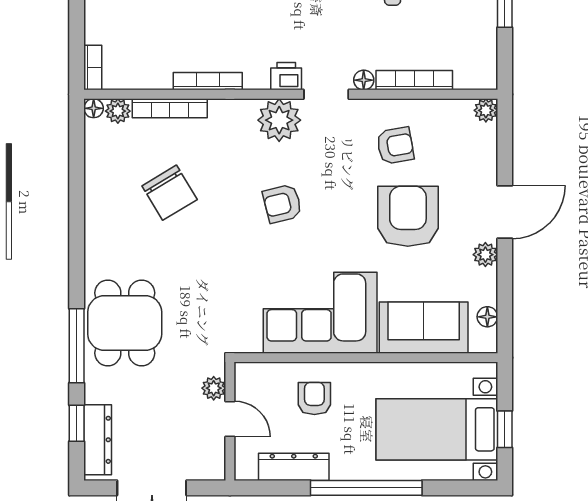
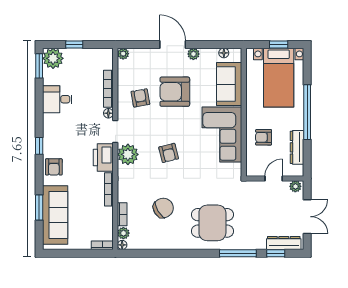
printer: (286, 76) -> (103, 158), width x1.87, depth x1.48
bookcase: (170, 108) -> (122, 214), width x0.64
dining table: (125, 323) -> (212, 223), moved
plant: (214, 388) -> (295, 186), moved

